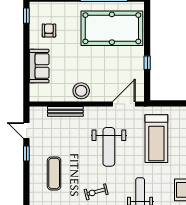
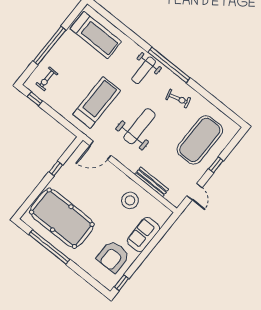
armchair: (49, 30) -> (113, 257), width x1.88, depth x1.88
stool: (81, 91) -> (130, 200), moved
window: (26, 153) -> (216, 165), moved
exercise mat: (54, 173) -> (200, 140), width x2.00, depth x1.45

